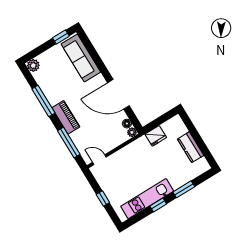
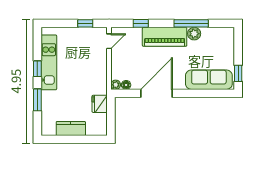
plant: (33, 65) -> (194, 34), moved
piano: (66, 117) -> (165, 37), width x1.37, depth x1.33
window: (69, 143) -> (141, 23), width x0.46
window: (103, 199) -> (85, 23), moved

